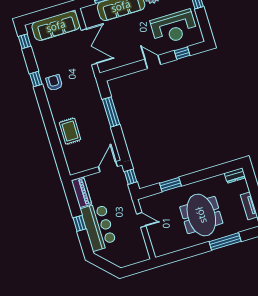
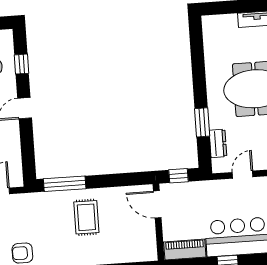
window: (111, 112) -> (65, 184), moved
rug: (70, 131) -> (86, 217), moved, turned 90
dresser: (235, 175) -> (218, 143), moved

